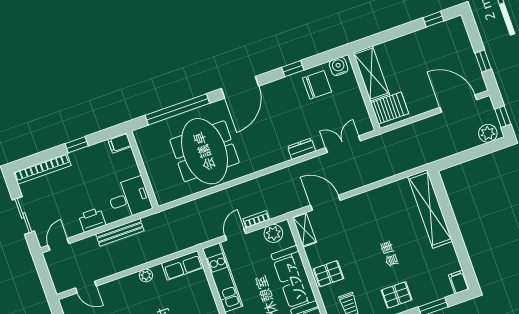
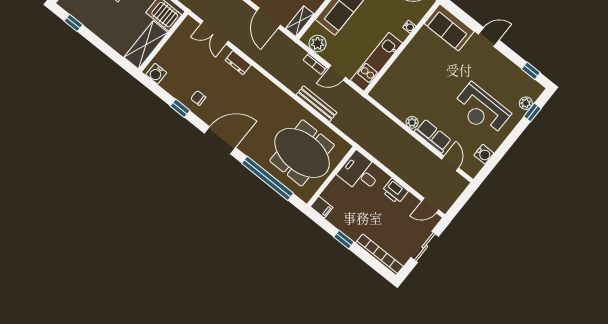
chair: (317, 85) -> (198, 98), moved, width x0.54, depth x0.54
meeting table: (204, 151) -> (302, 153), moved, turned 90
bench: (120, 232) -> (316, 104), moved
row of seats: (183, 265) -> (433, 136), moved

